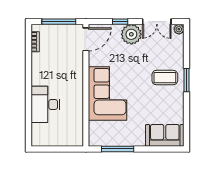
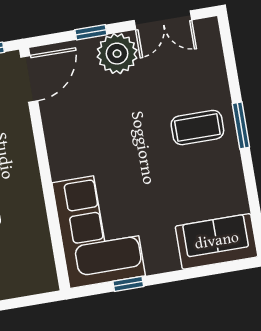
plant: (179, 29) -> (209, 28), removed
corner sofa: (108, 93) -> (99, 229), moved
window: (118, 149) -> (128, 284), width x0.46

